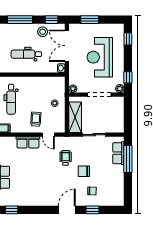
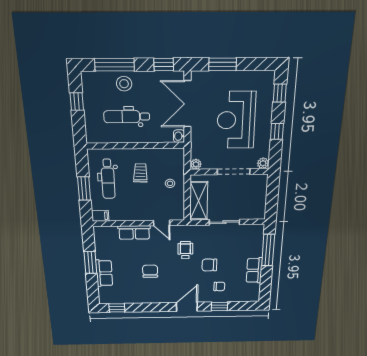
stool: (43, 32) -> (124, 84), moved
window: (128, 77) -> (277, 131), moved
trolley: (36, 119) -> (140, 173), moved
row of seats: (118, 153) -> (254, 270), moved
chair: (39, 176) -> (150, 271), added

